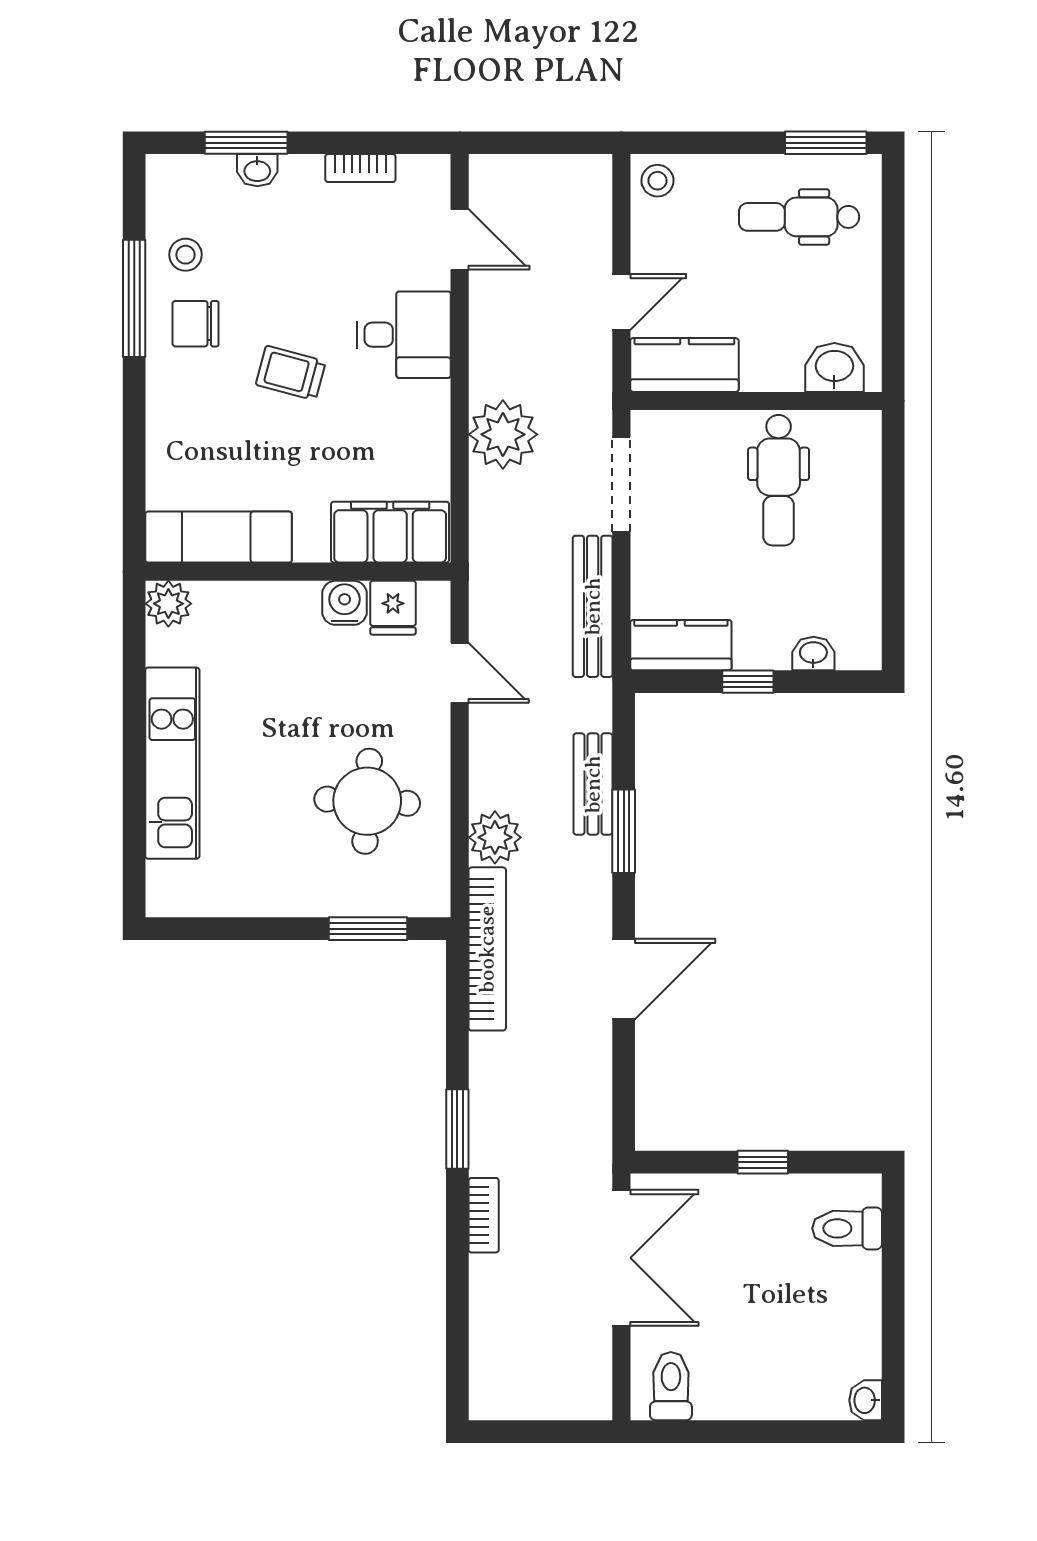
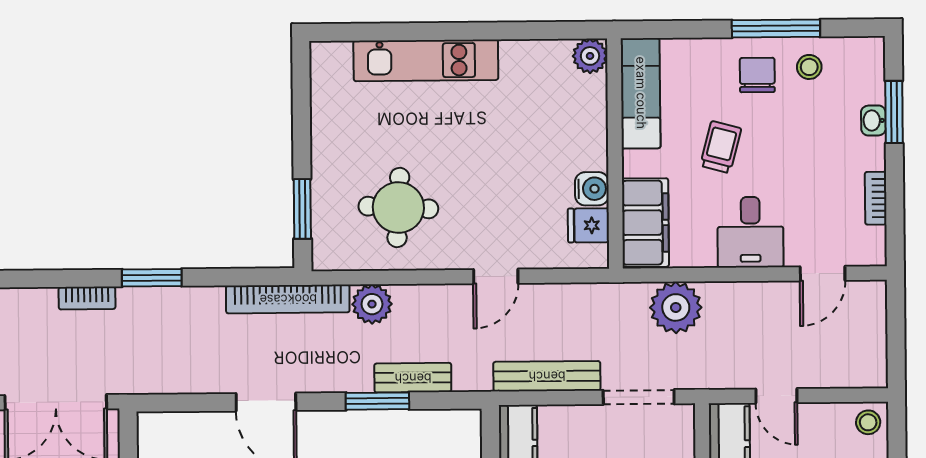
filing cabinet: (390, 532) -> (645, 223), moved
exam couch: (219, 537) -> (641, 93), moved
wall: (298, 572) -> (615, 153), moved
water cooler: (345, 603) -> (592, 189), moved
plant: (168, 604) -> (590, 56), moved
fridge: (393, 608) -> (588, 225), moved

